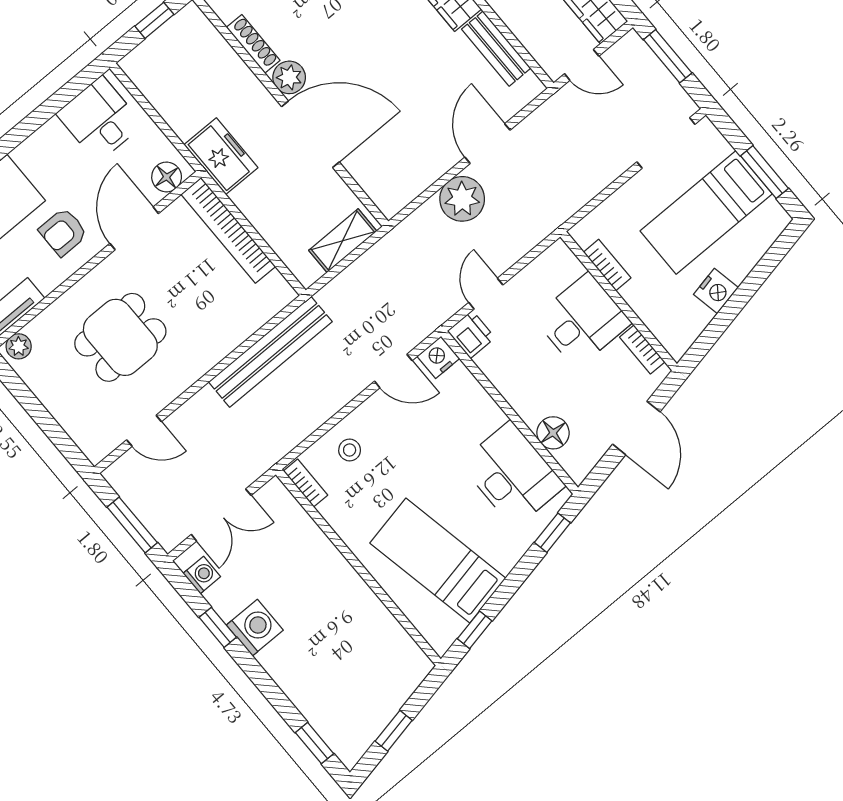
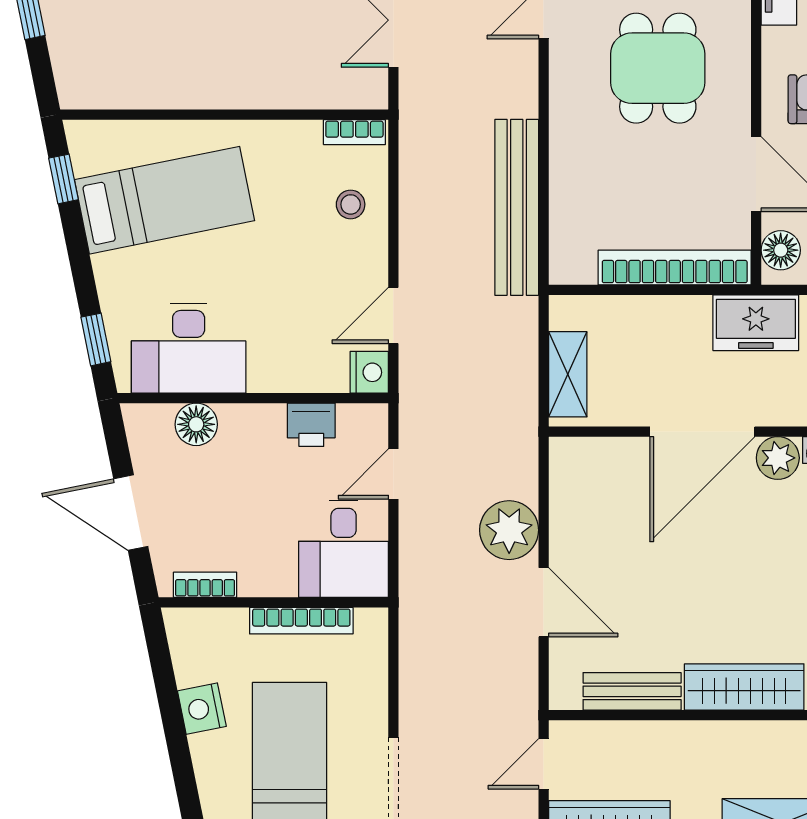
bookcase: (607, 265) -> (301, 621), width x1.56
door: (486, 294) -> (393, 474), swing flipped
desk: (582, 320) -> (344, 549), moved
printer: (471, 334) -> (311, 425), moved

